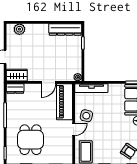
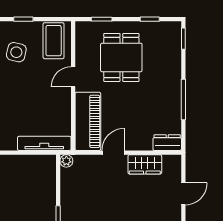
wardrobe: (17, 75) -> (145, 164), moved
side table: (86, 116) -> (16, 52), moved
dining table: (30, 140) -> (121, 57), moved

